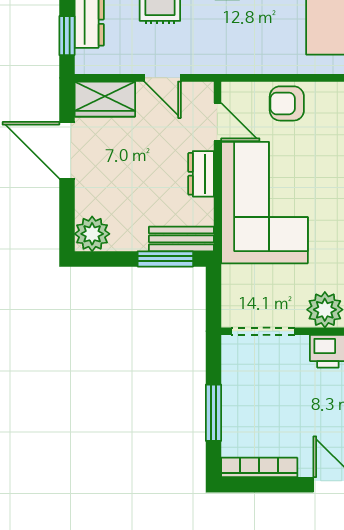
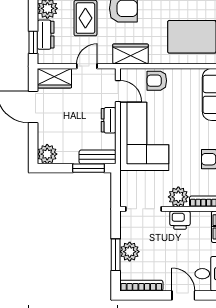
wardrobe: (240, 56) -> (130, 54), added
door: (163, 78) -> (87, 66), swing flipped
plant: (238, 407) -> (130, 252), added

